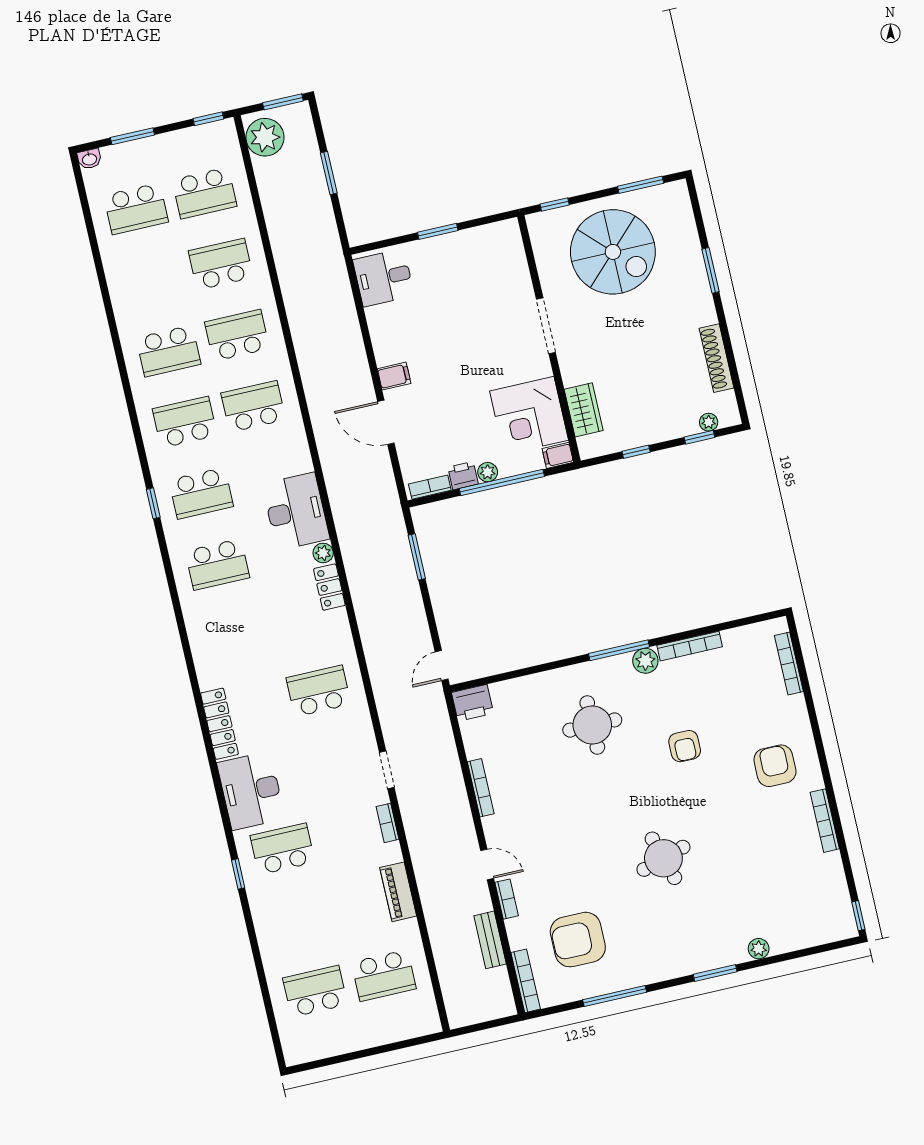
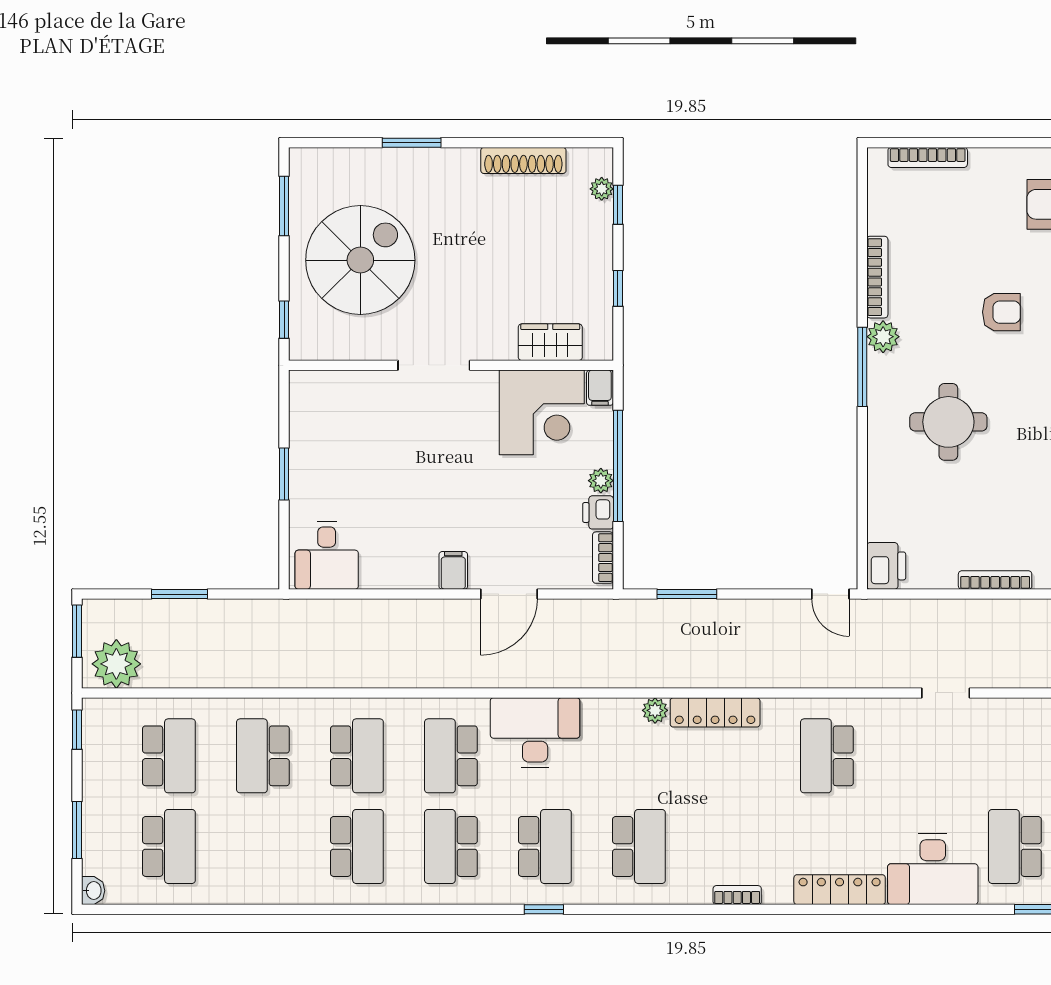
school desk: (237, 335) -> (357, 756), turned 180
desk: (296, 511) -> (535, 733), moved
locker: (329, 587) -> (715, 712), width x1.53
bookcase: (388, 823) -> (737, 895), moved, turned 180

